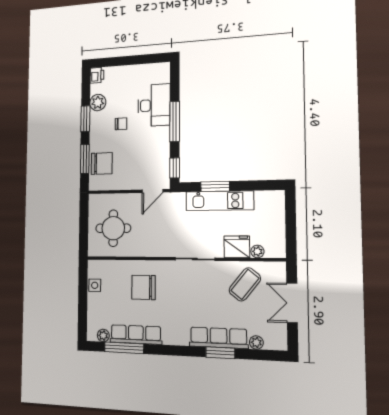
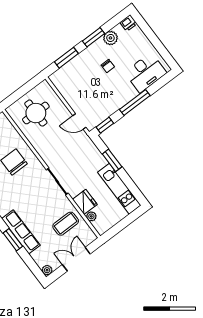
desk: (154, 105) -> (146, 73), moved
chair: (102, 164) -> (72, 72), removed
kitchen unit: (220, 201) -> (119, 189), moved
coffee table: (245, 284) -> (66, 224), turned -39
plant: (256, 342) -> (47, 270), moved

